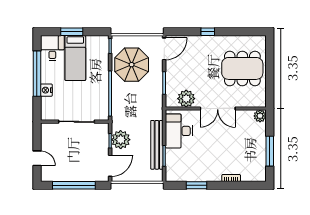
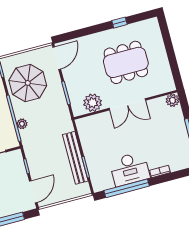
window: (208, 32) -> (120, 23), moved
dining table: (242, 68) -> (126, 62), moved
desk: (179, 131) -> (130, 169), moved, turned -90
plant: (121, 140) -> (22, 124), moved, width x0.53, depth x0.53
window: (196, 185) -> (127, 188), width x2.11

